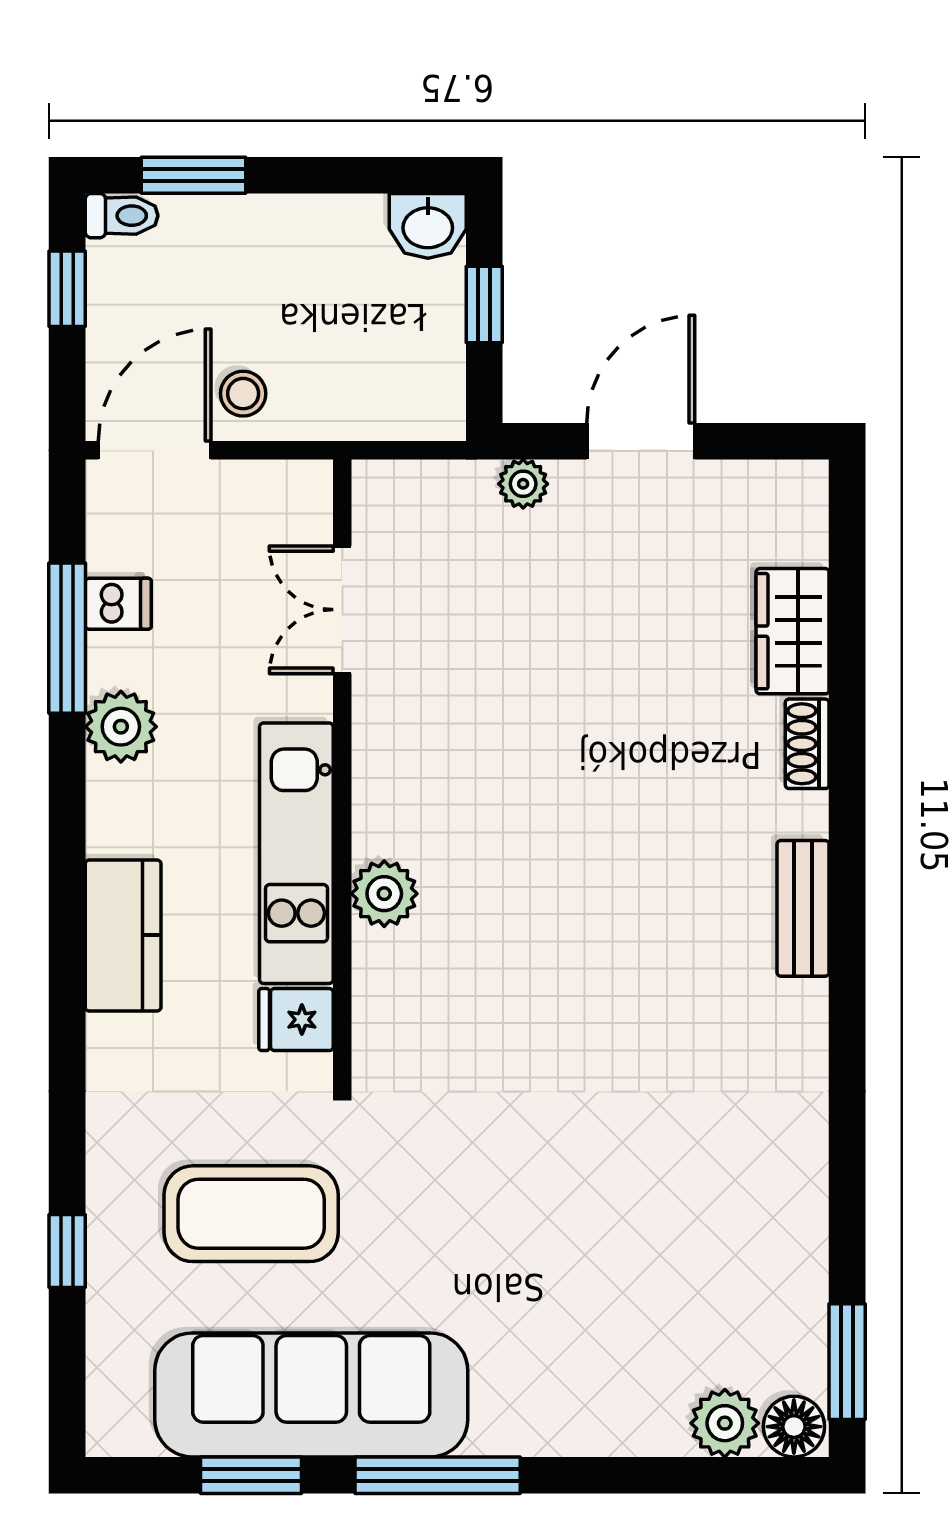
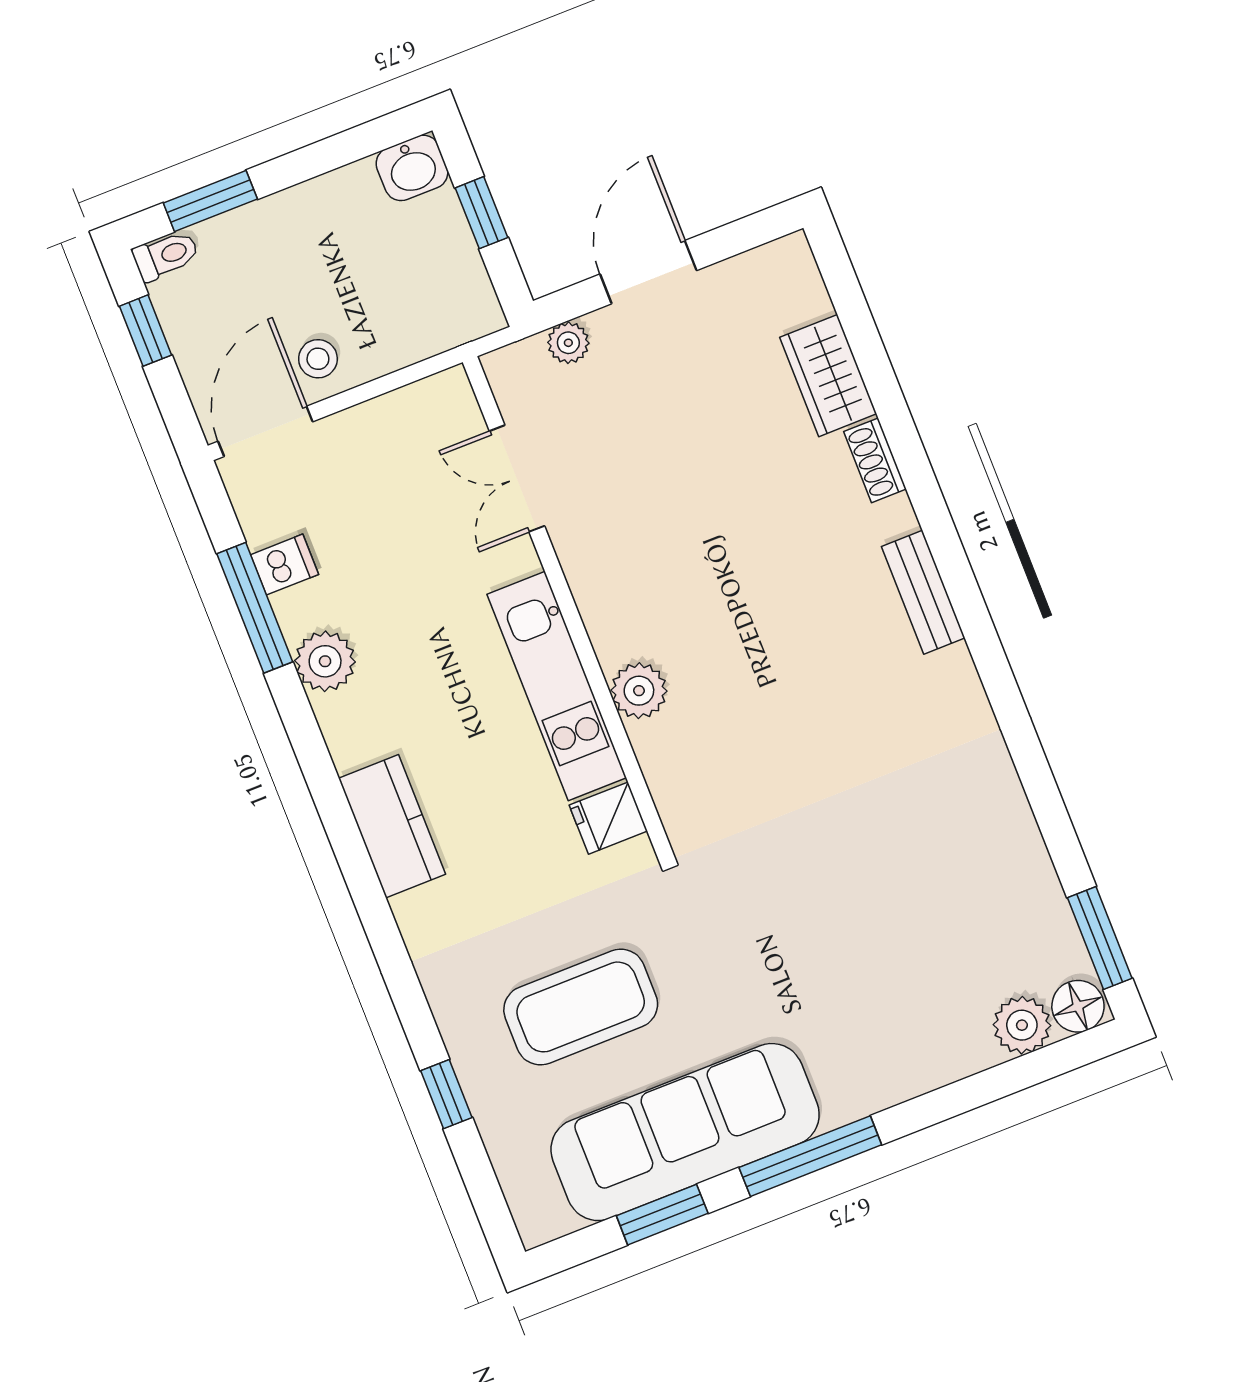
double door: (342, 610) -> (517, 478), moved
wall: (342, 771) -> (567, 606), moved
kitchen unit: (296, 853) -> (557, 686), moved
plant: (384, 894) -> (639, 691), moved
fridge: (296, 1020) -> (608, 818), moved

